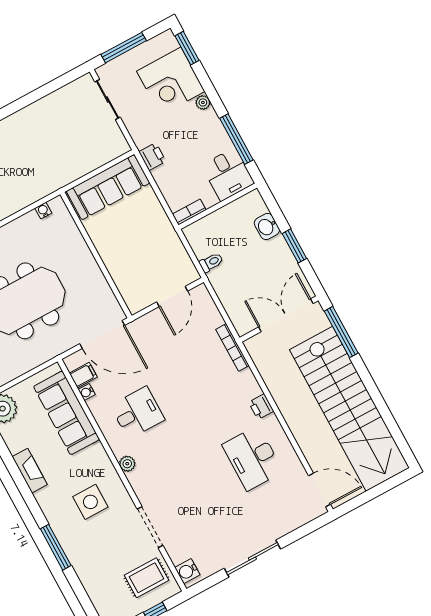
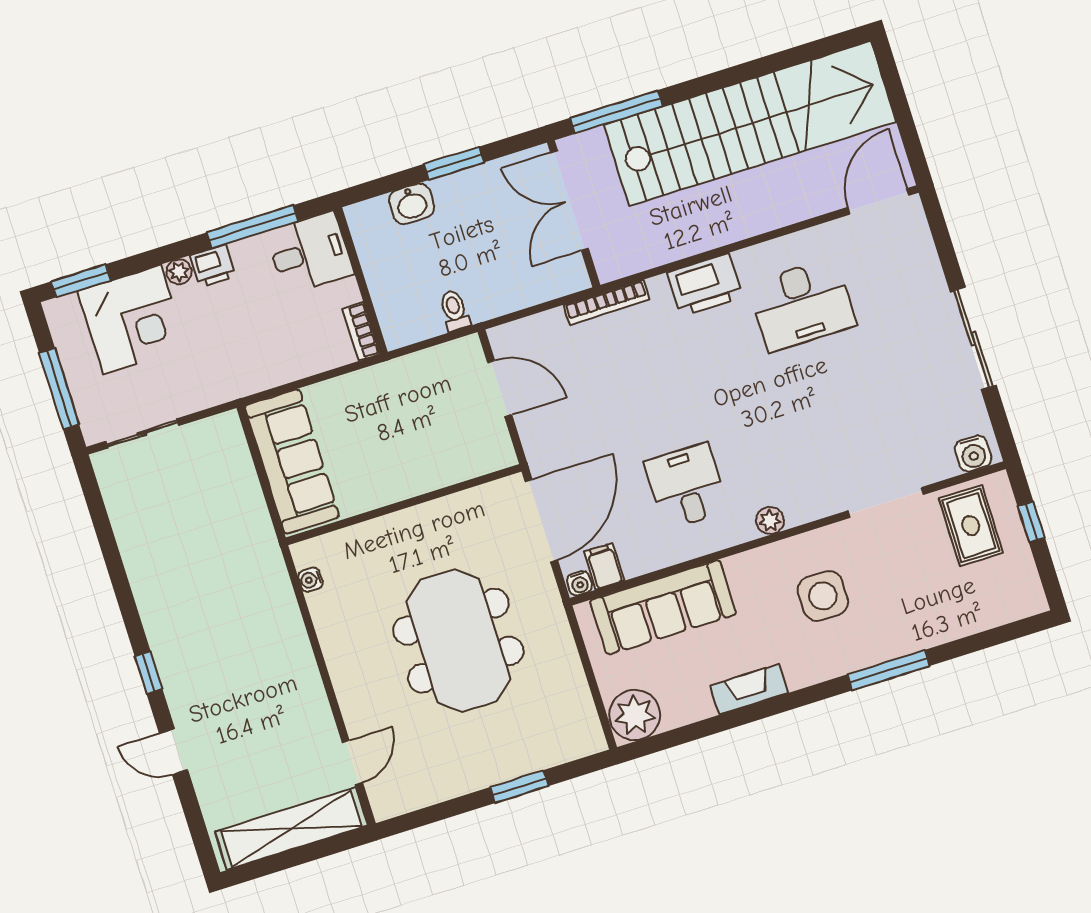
printer: (152, 157) -> (213, 266), moved, turned 180
water cooler: (87, 392) -> (580, 583), moved
printer: (261, 407) -> (705, 285), width x1.87, depth x1.48

